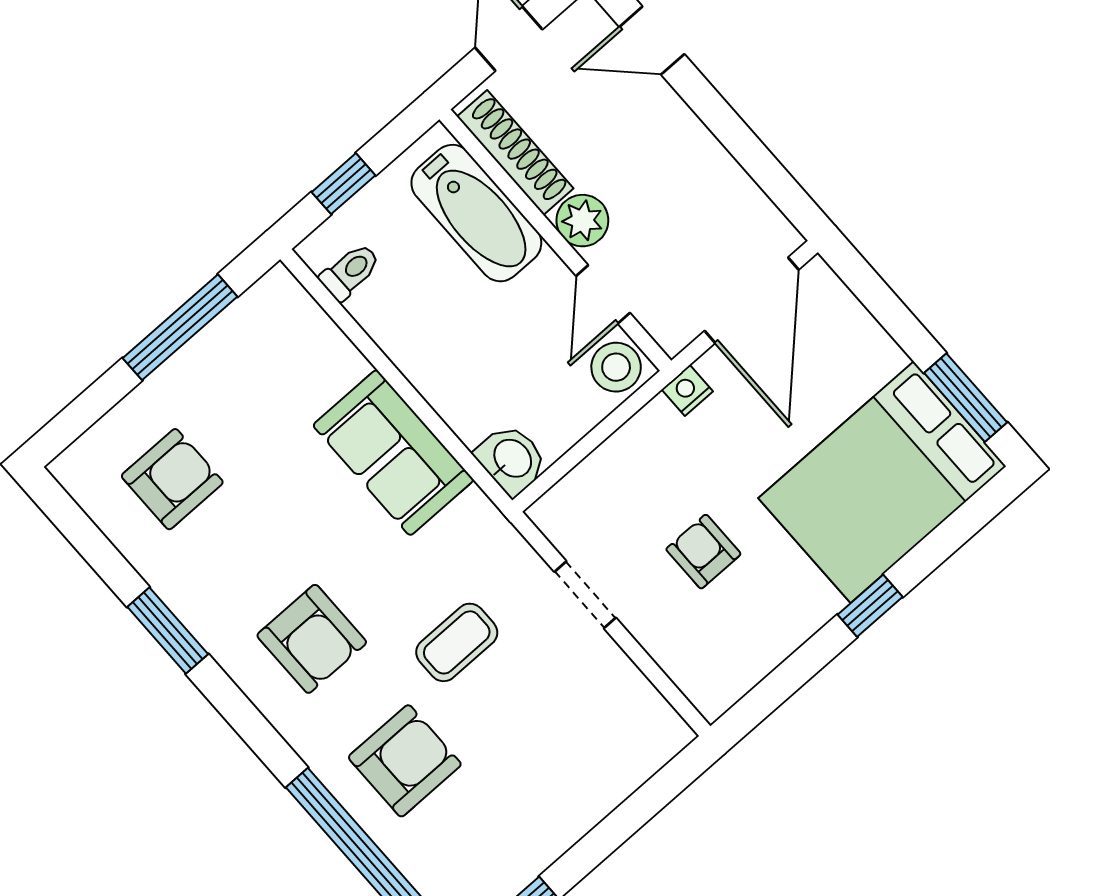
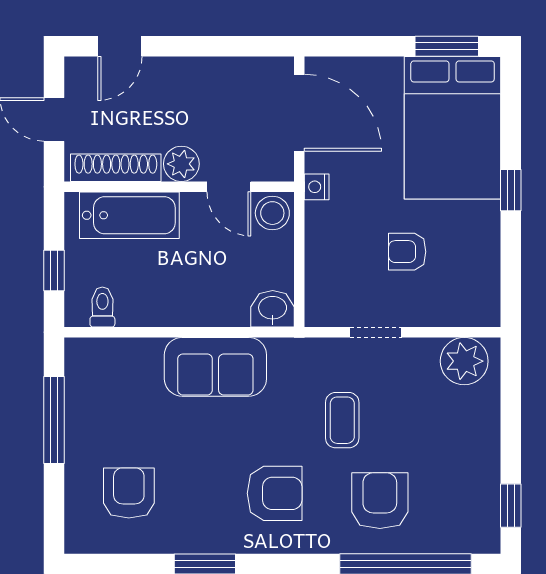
plant: (638, 719) -> (464, 361), added

